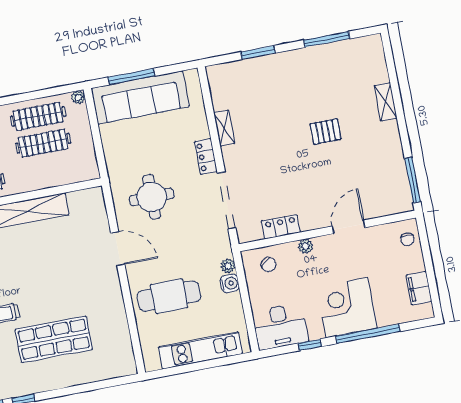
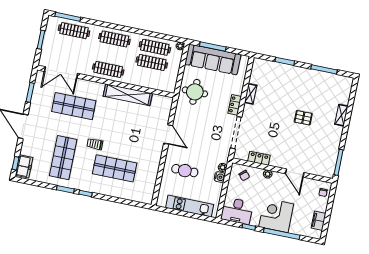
round table: (152, 197) -> (195, 92), moved
door: (349, 227) -> (295, 173), swing flipped
cafe table: (169, 296) -> (185, 171), width x0.73, depth x0.74

